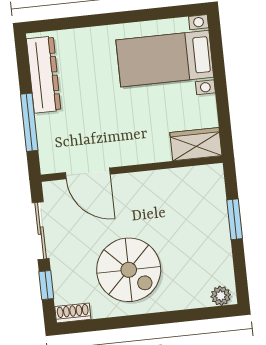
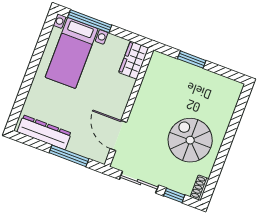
window: (218, 61) -> (90, 21), added
door: (88, 173) -> (118, 136), swing flipped
spiral stairs: (129, 270) -> (190, 140), turned -90
plant: (221, 296) -> (234, 92), removed

